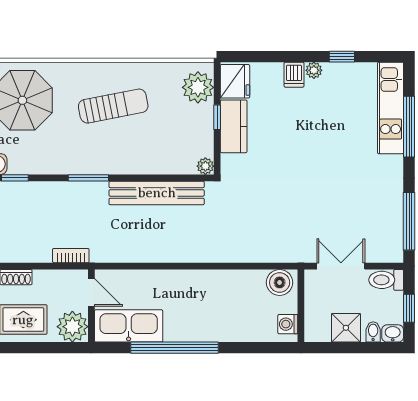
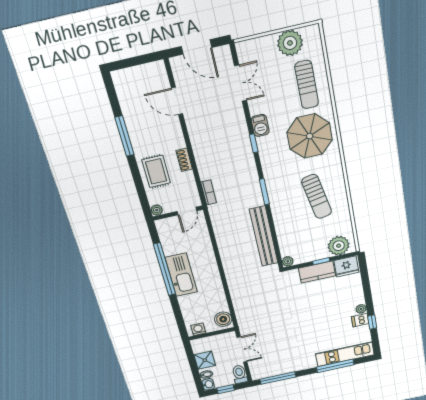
dishwasher: (294, 75) -> (360, 320), moved
kitchen sink: (129, 326) -> (181, 275), moved
plant: (72, 327) -> (157, 210), width x0.53, depth x0.53

